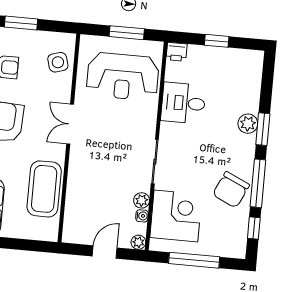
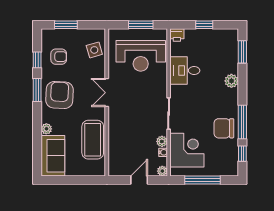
window: (263, 129) -> (242, 52), moved
chair: (231, 190) -> (224, 128), turned 65

